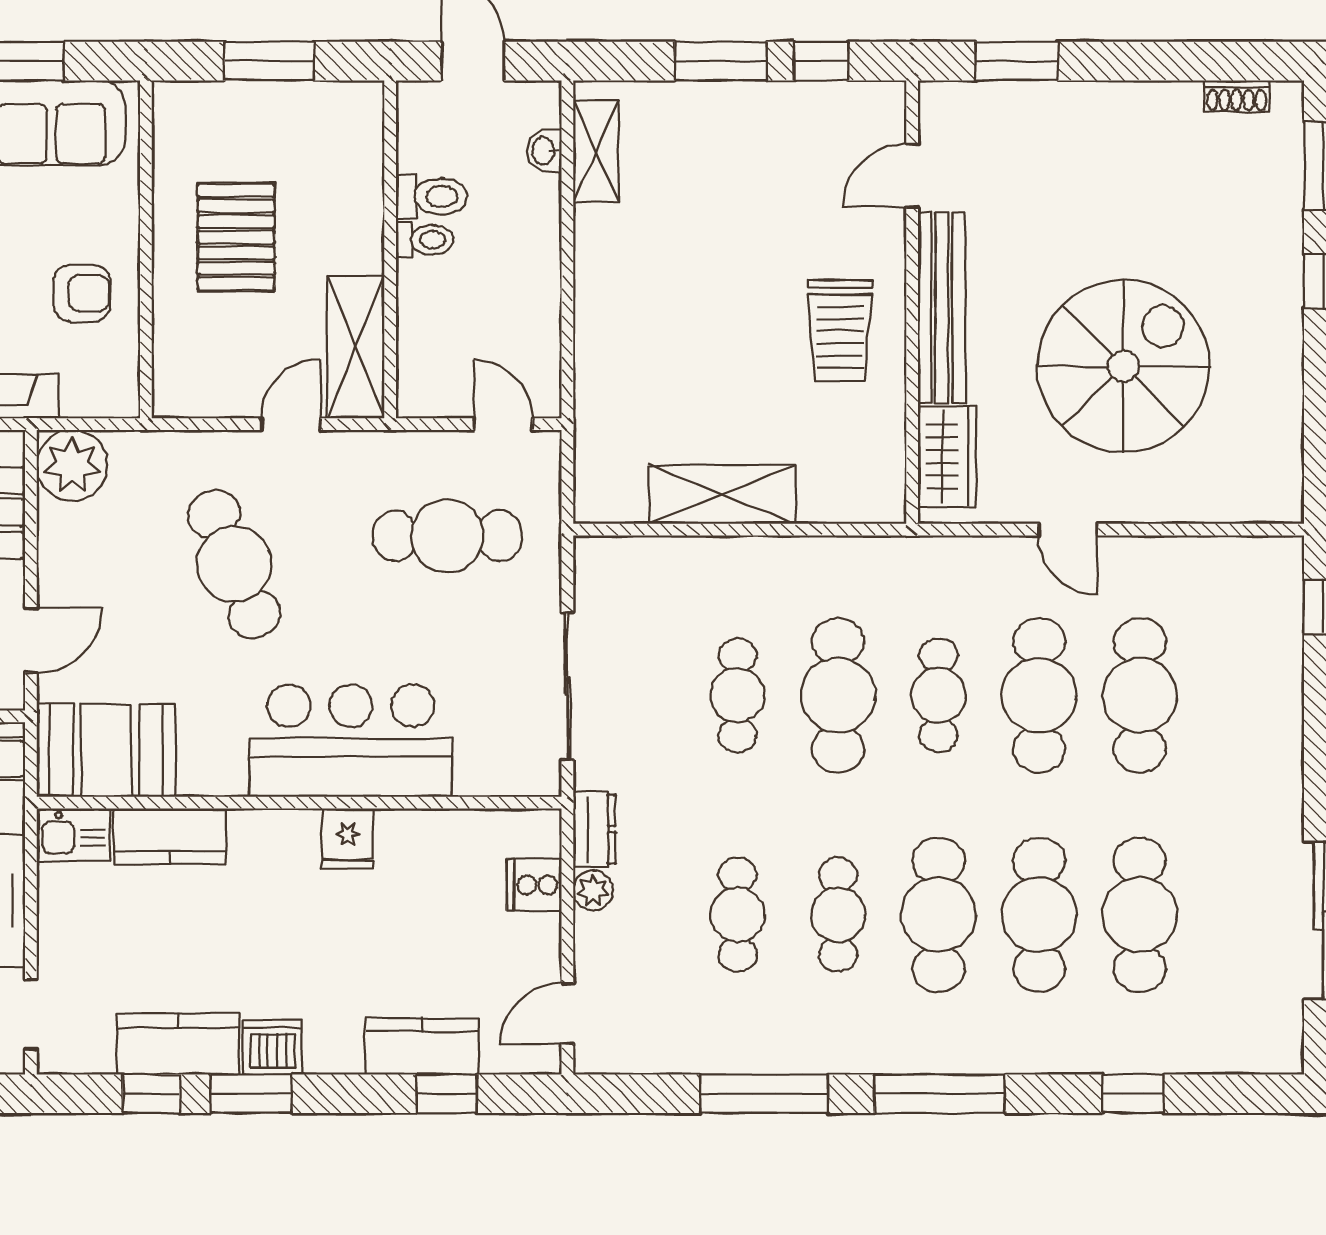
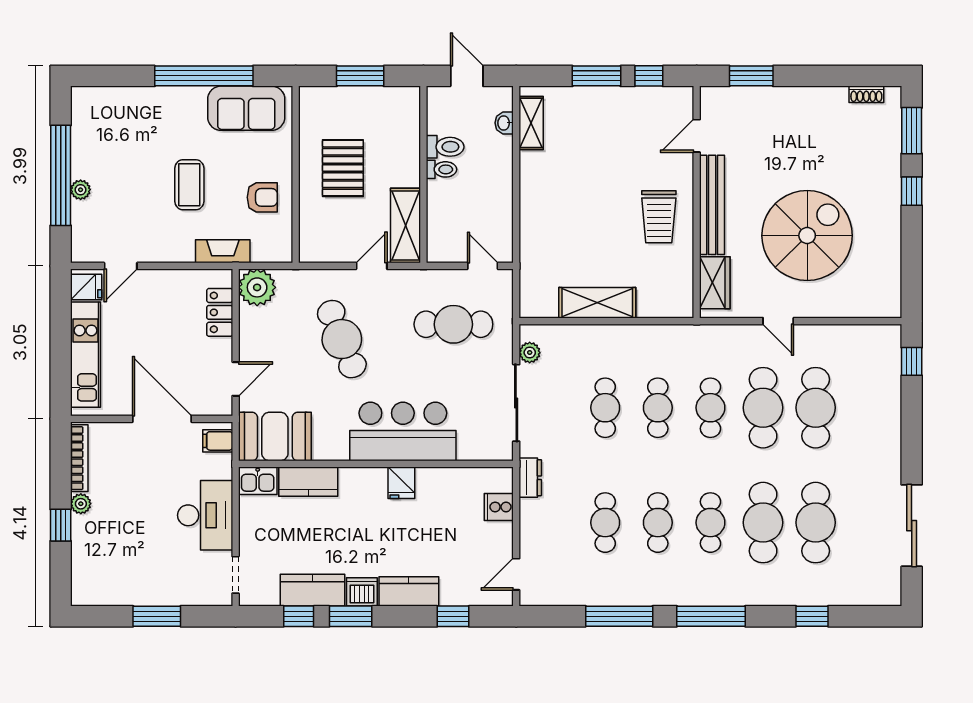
cafe table: (838, 695) -> (658, 408), width x0.73, depth x0.74
plant: (593, 890) -> (530, 353), moved
cafe table: (939, 915) -> (710, 523), width x0.73, depth x0.74
kitchen counter: (422, 1046) -> (409, 591), moved

